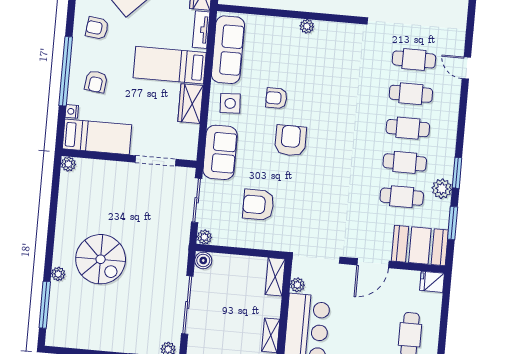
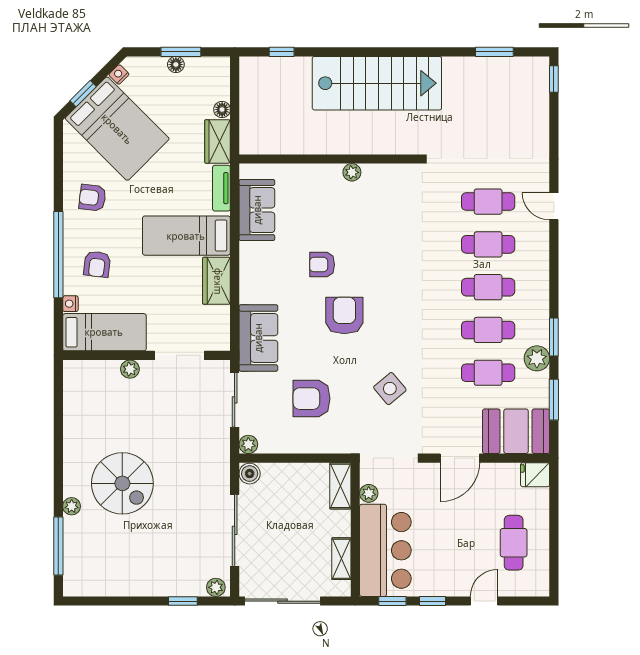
sofa: (228, 50) -> (257, 210), width x0.73
side table: (230, 103) -> (390, 389), moved, turned -37
plant: (68, 164) -> (130, 369), moved

